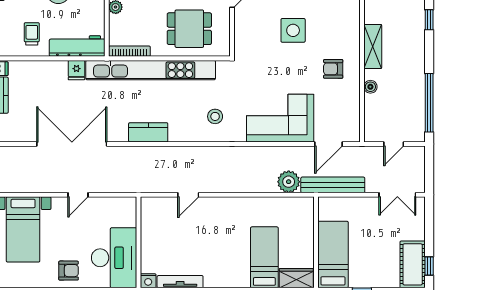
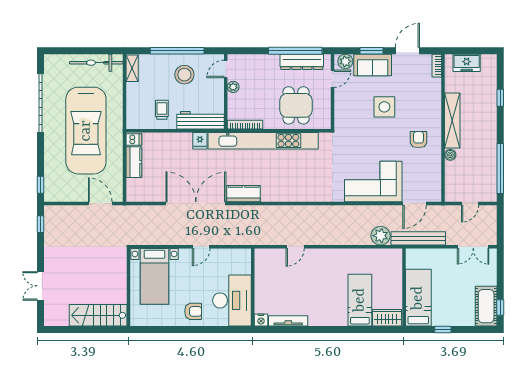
dining table: (189, 29) -> (296, 105), turned 90
shelving: (373, 46) -> (452, 121), width x1.47
armchair: (333, 69) -> (418, 140), turned 90
stool: (215, 116) -> (318, 180), removed
kitchen counter: (148, 132) -> (244, 194), moved

